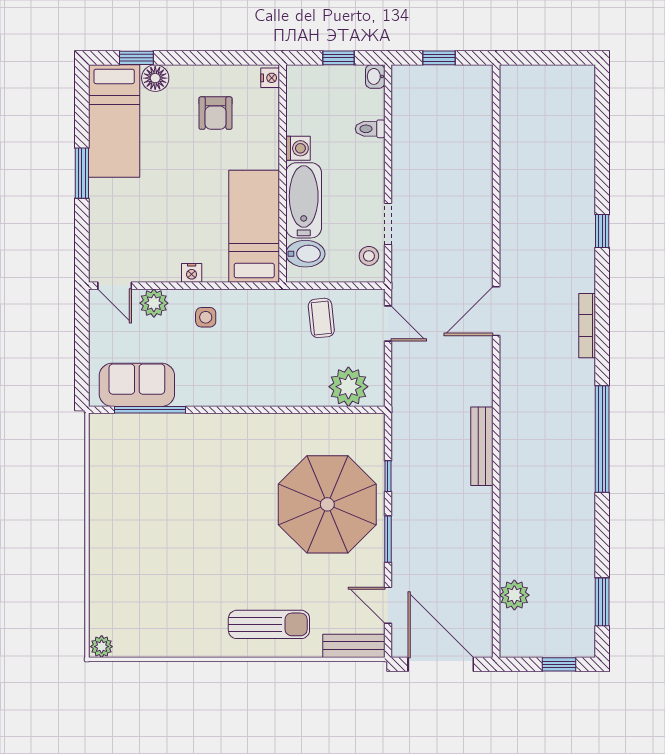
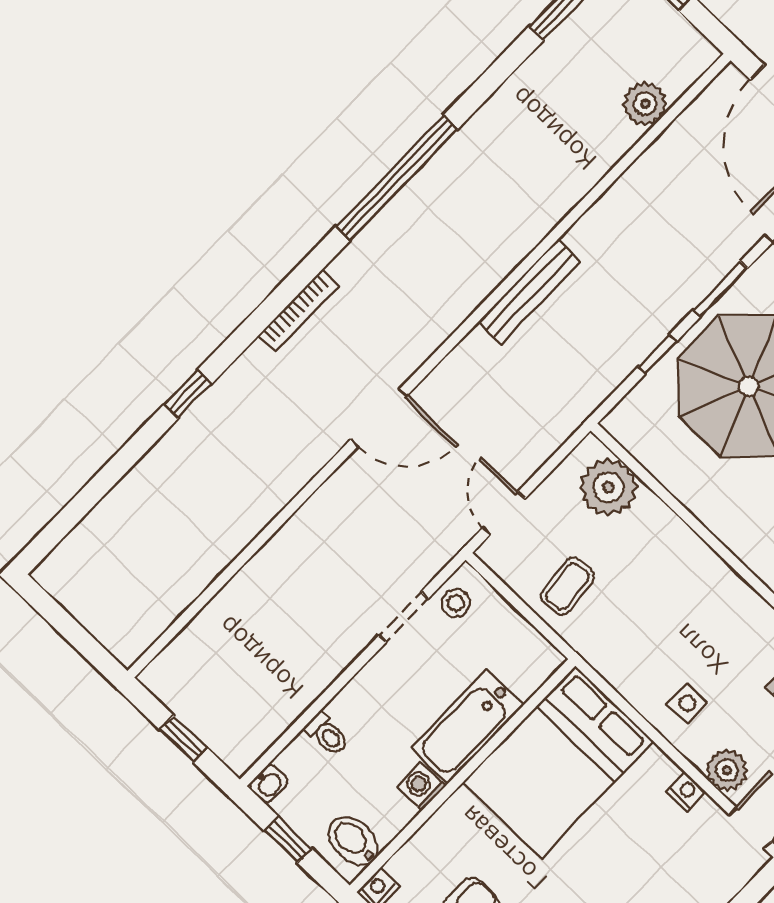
bed: (254, 226) -> (558, 762), width x1.50
bidet: (305, 254) -> (354, 841), moved
nightstand: (192, 273) -> (686, 791), moved

